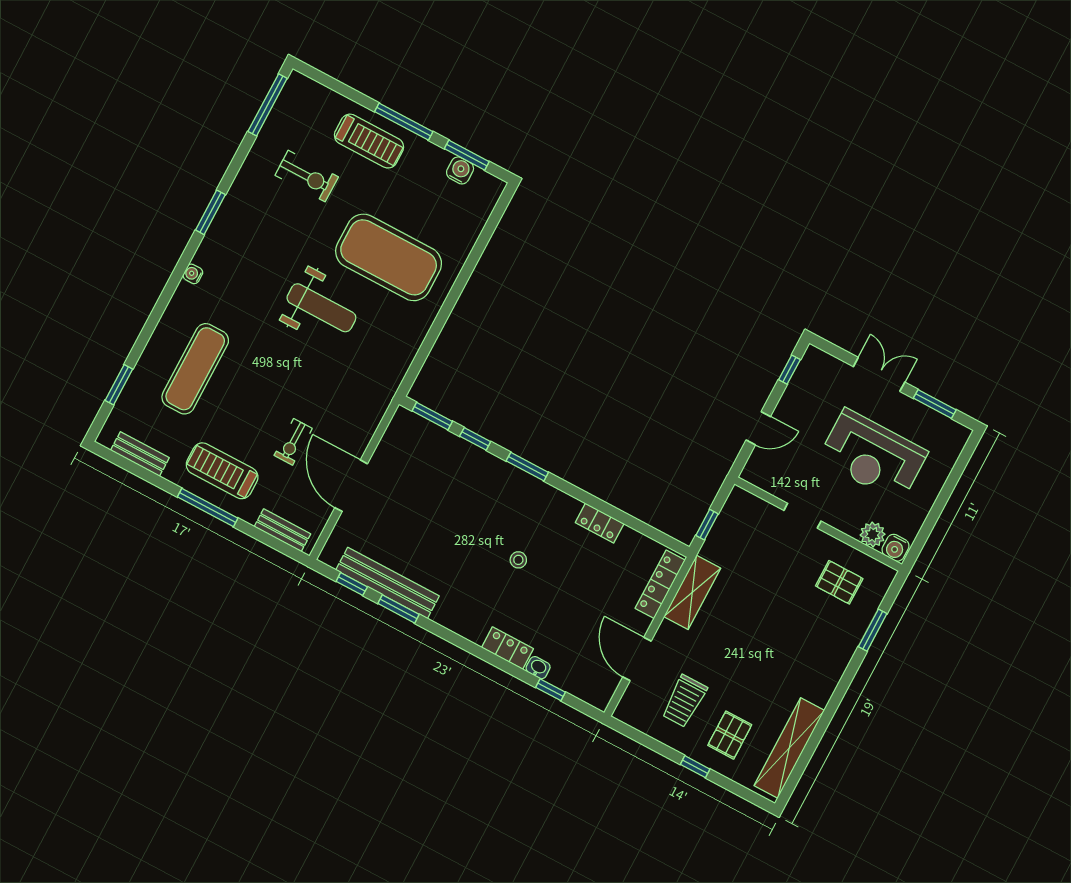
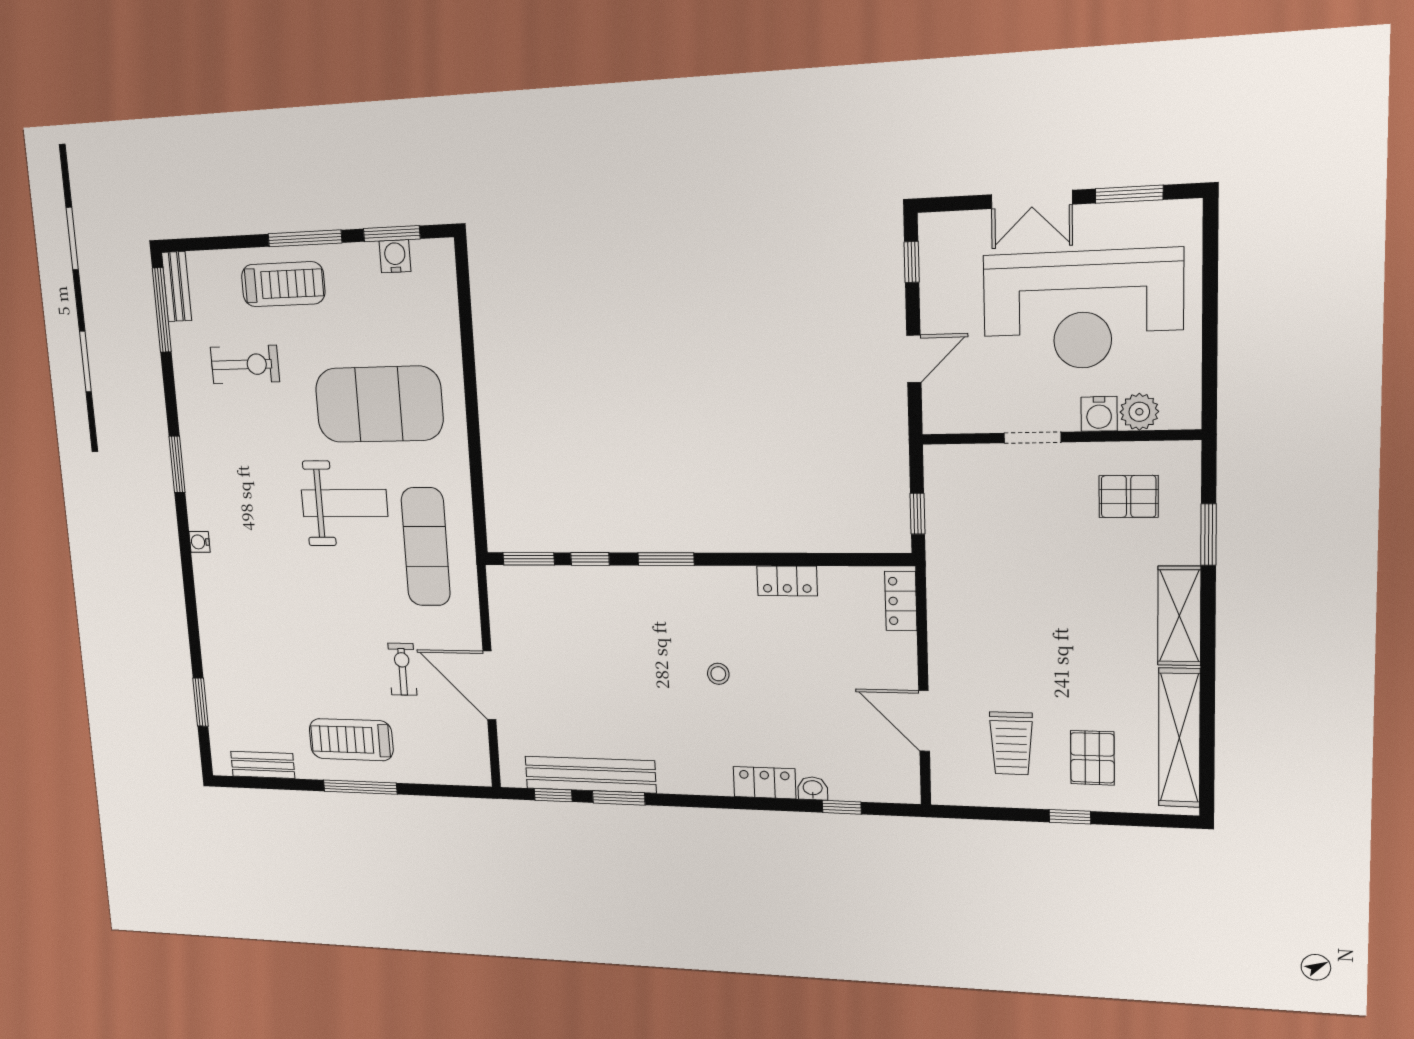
exercise mat: (195, 369) -> (426, 547), moved
double door: (879, 374) -> (1032, 199), swing flipped
exercise bike: (293, 442) -> (402, 669), turned 180
reception desk: (873, 456) -> (1082, 310), width x1.36, depth x1.30
bench: (282, 530) -> (177, 287), moved, turned 90
water cooler: (895, 548) -> (1099, 414), moved
locker: (660, 584) -> (901, 601), width x0.66
shelving: (692, 592) -> (1179, 616), moved

